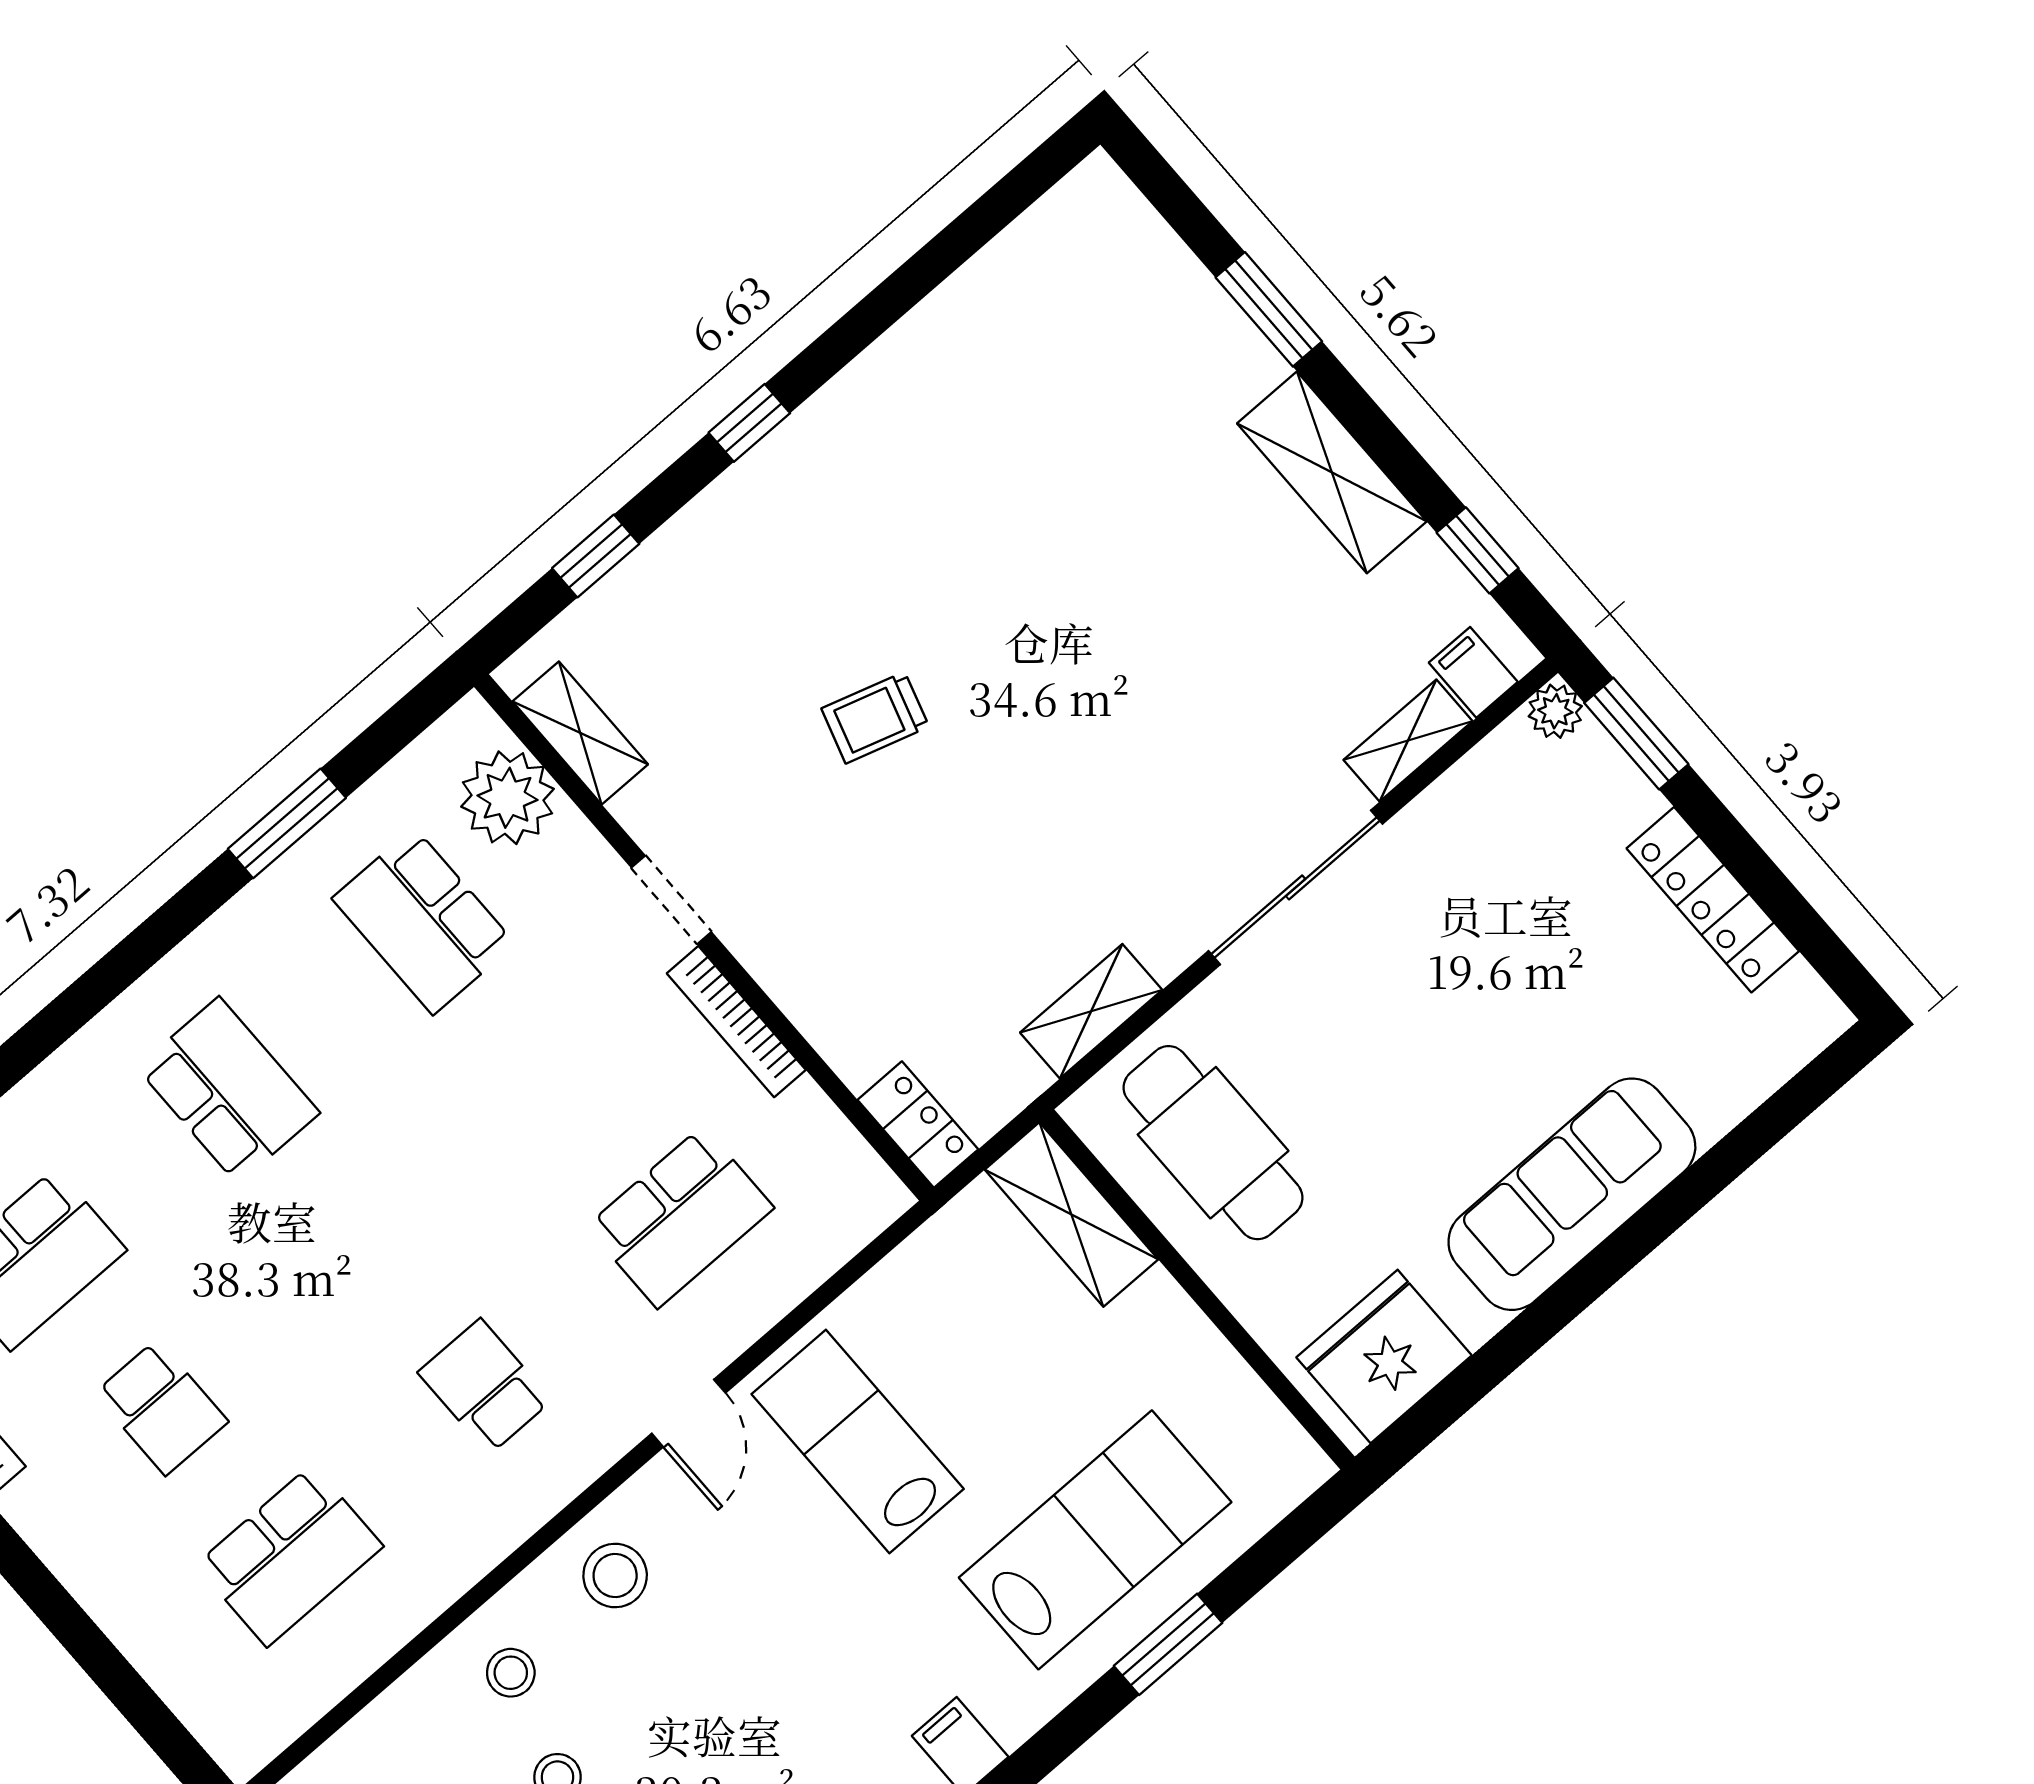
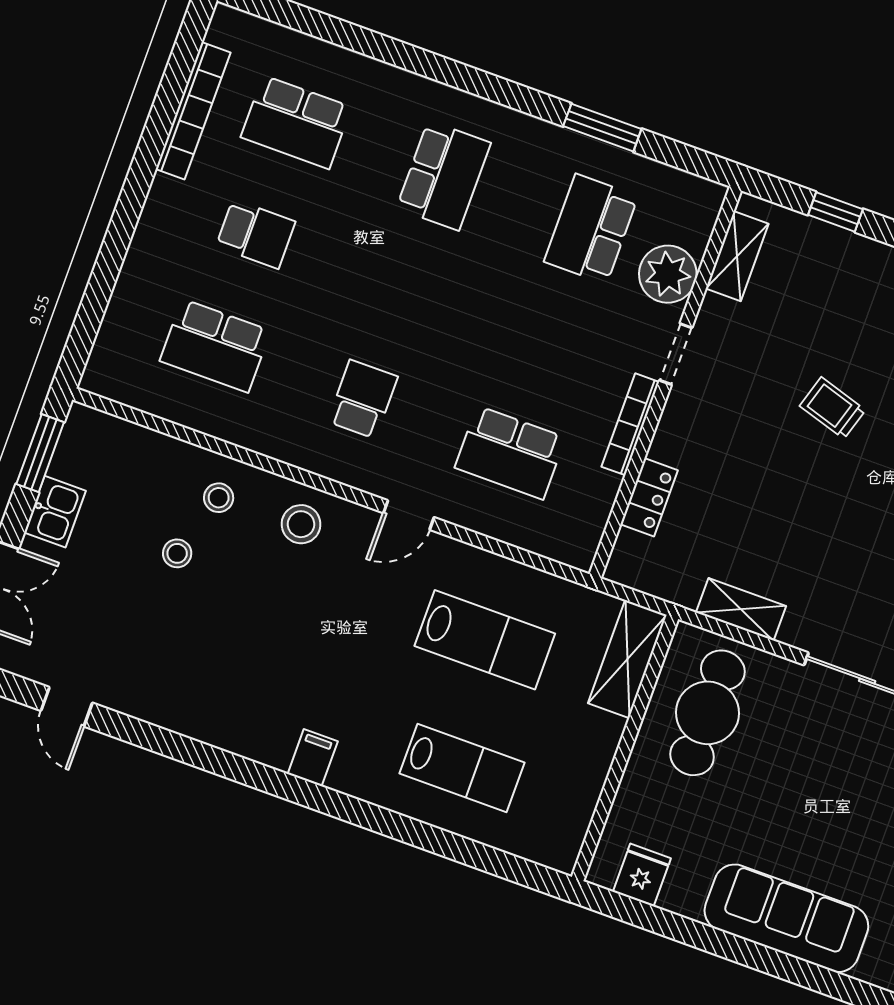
plant: (508, 798) -> (668, 274), moved
locker: (918, 1125) -> (649, 497), moved
fridge: (1384, 1356) -> (642, 875), width x0.53, depth x0.75
school desk: (161, 1408) -> (256, 234), turned -90
lab bench: (858, 1441) -> (485, 640), moved, turned 90
lab bench: (1095, 1540) -> (462, 768), width x0.73, depth x0.72
window: (1168, 1644) -> (428, 838), removed

